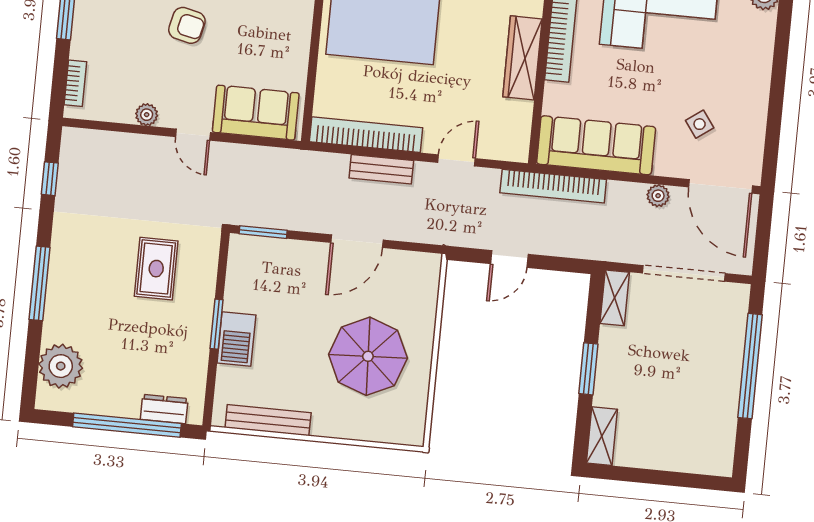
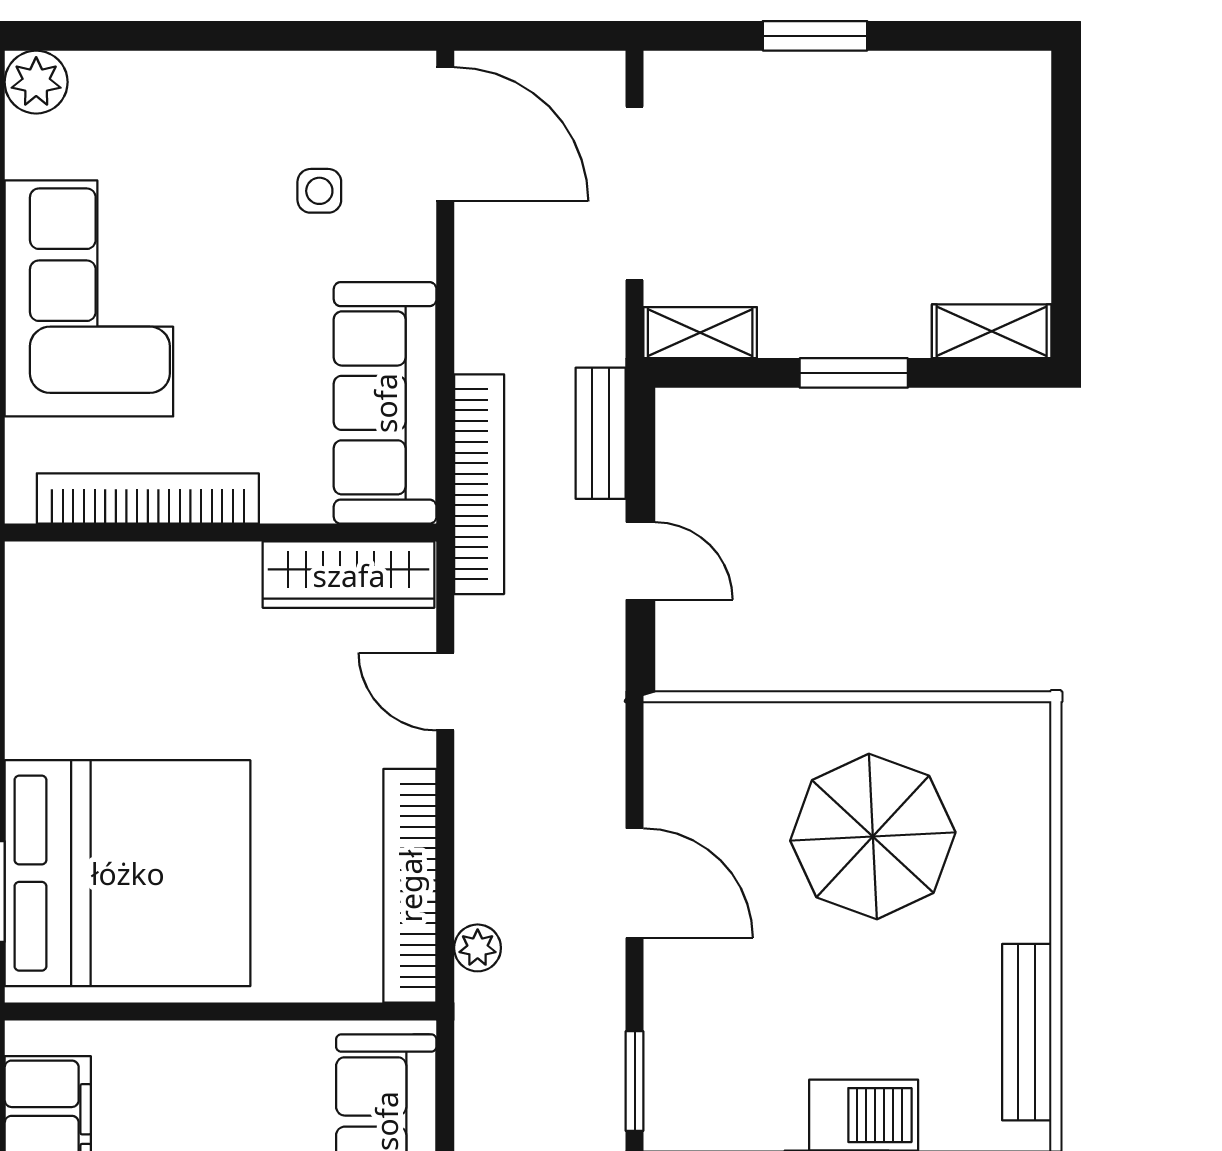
wardrobe: (522, 58) -> (349, 575), moved
side table: (700, 124) -> (319, 191), turned 36
bench: (381, 169) -> (601, 433), moved
door: (721, 186) -> (445, 134), hinge flipped
plant: (658, 196) -> (478, 948), moved
window: (750, 366) -> (815, 36), width x0.47

